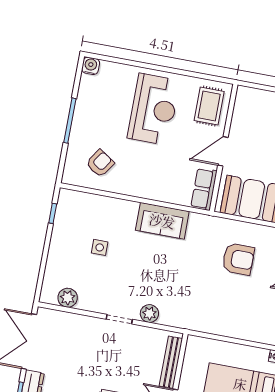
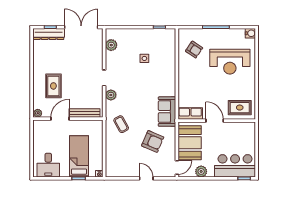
reception desk: (154, 109) -> (230, 62), moved
sofa: (162, 221) -> (167, 112), moved
armchair: (238, 259) -> (153, 141), turned -67
coffee table: (200, 306) -> (121, 124), added

